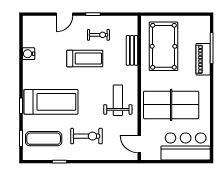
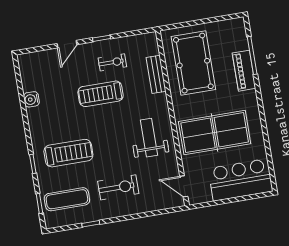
treadmill: (85, 59) -> (101, 94), turned 180
treadmill: (51, 102) -> (68, 153), width x0.73, depth x0.73

